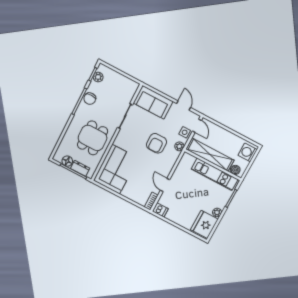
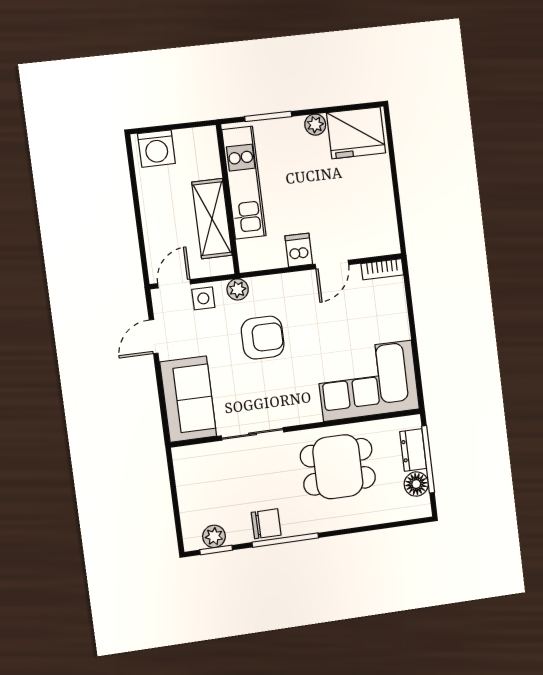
shelving: (210, 155) -> (212, 219), width x0.68
boiler: (235, 170) -> (207, 148), removed
dishwasher: (160, 210) -> (299, 250), moved

